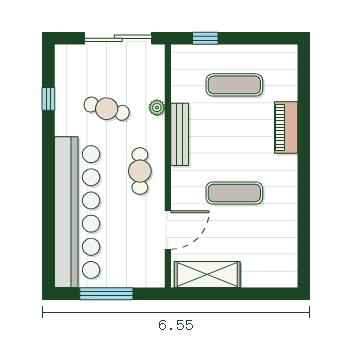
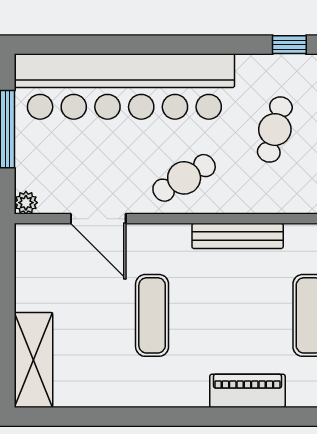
plant: (157, 108) -> (26, 203), moved
cafe table: (140, 171) -> (184, 178), turned -31
shelving: (207, 274) -> (33, 360), moved

